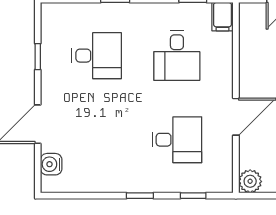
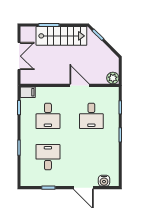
desk: (177, 56) -> (48, 116), turned 90
desk: (177, 140) -> (91, 116), turned 180

